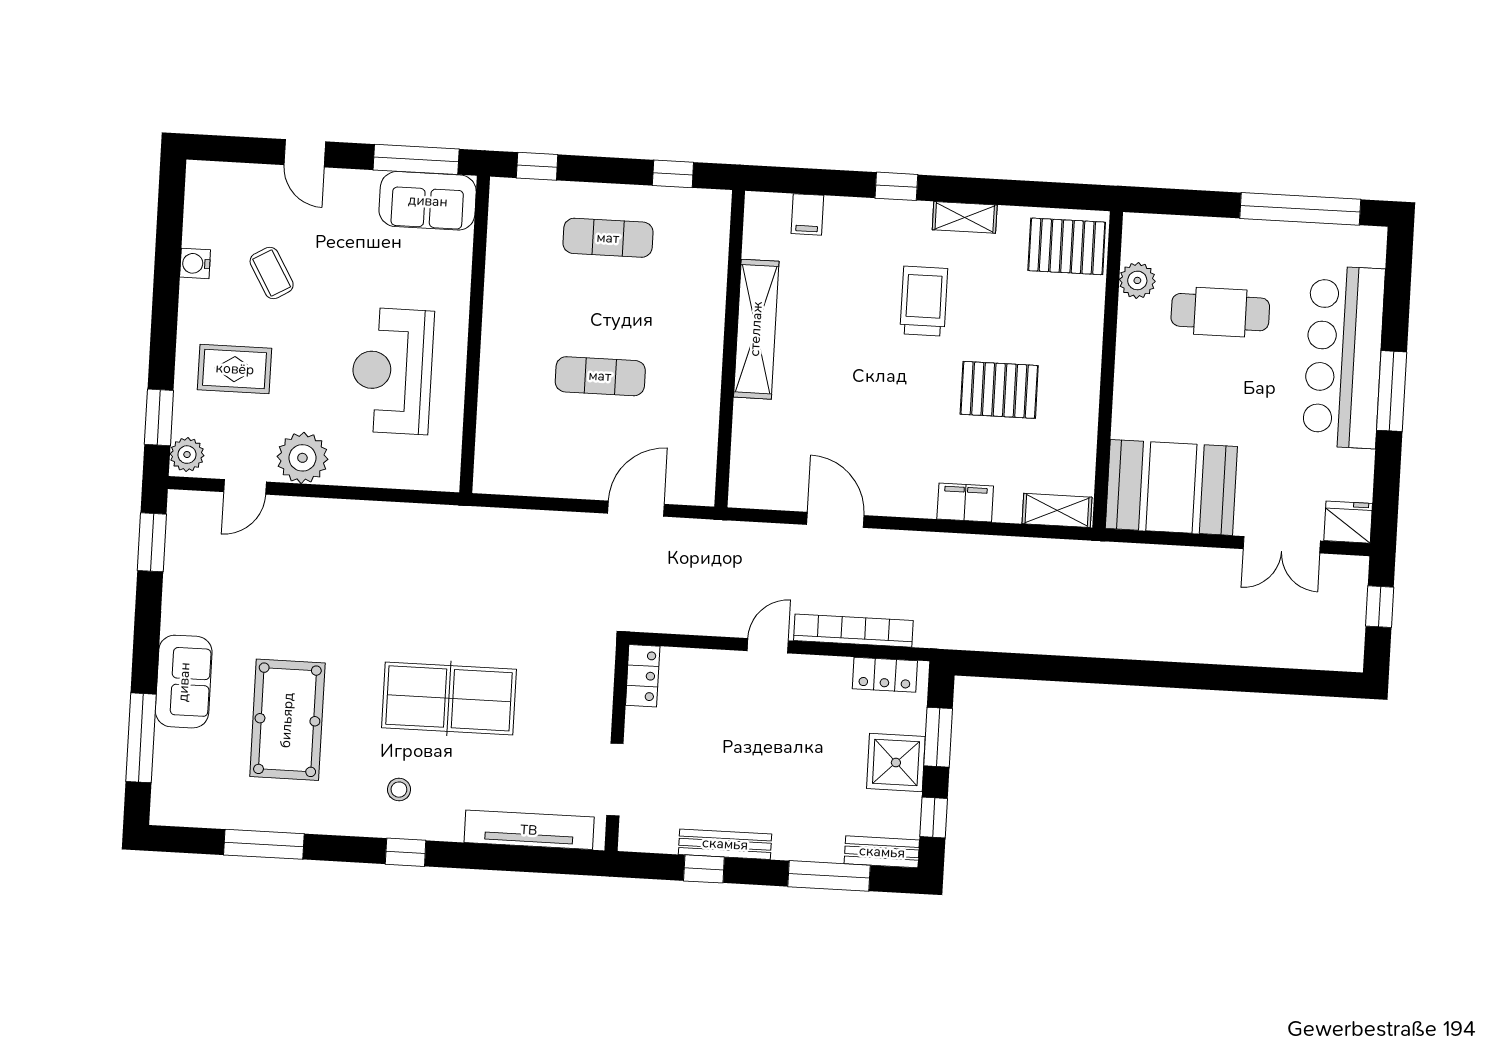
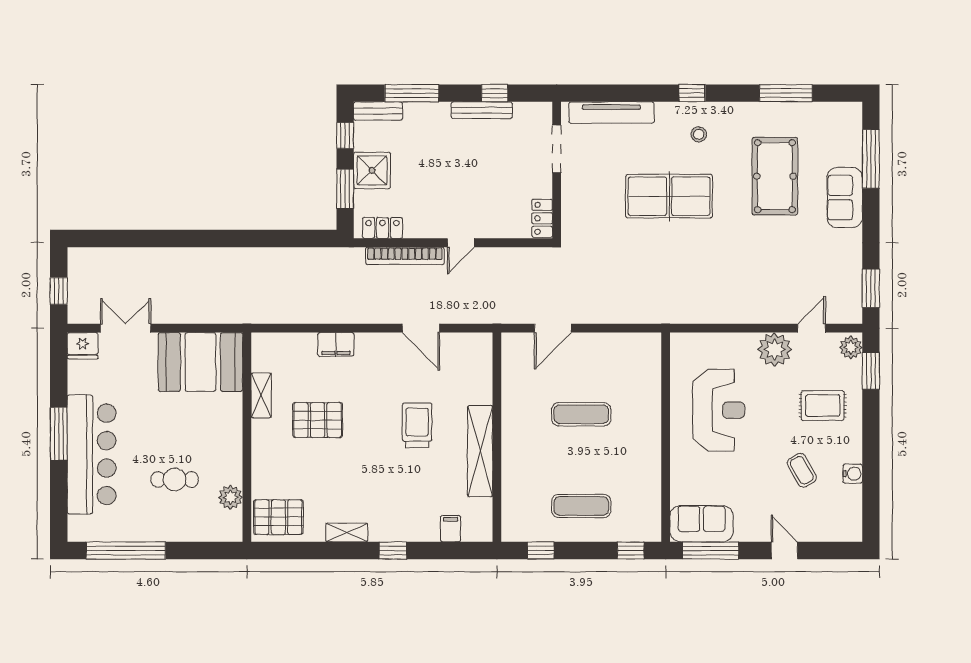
trolley: (924, 301) -> (417, 425), moved, turned 180
cafe table: (1220, 312) -> (175, 479), width x0.73, depth x0.74
shelving: (1057, 510) -> (261, 395), moved, turned 90

